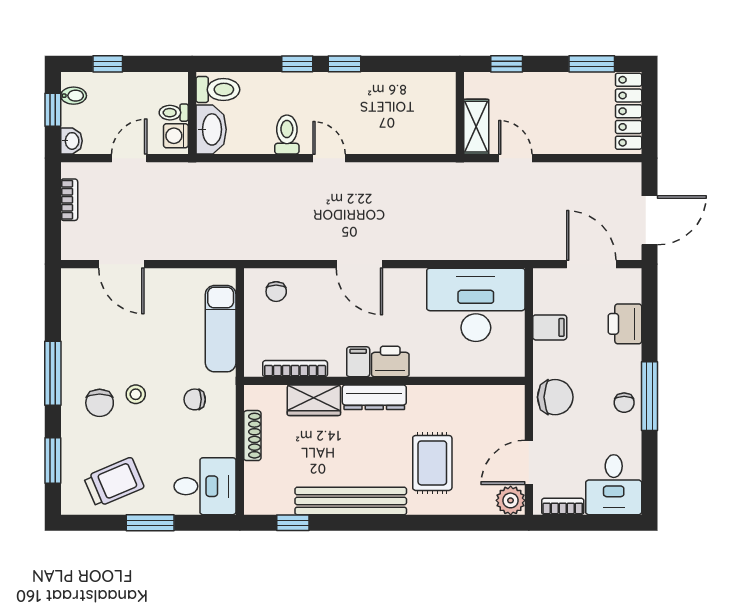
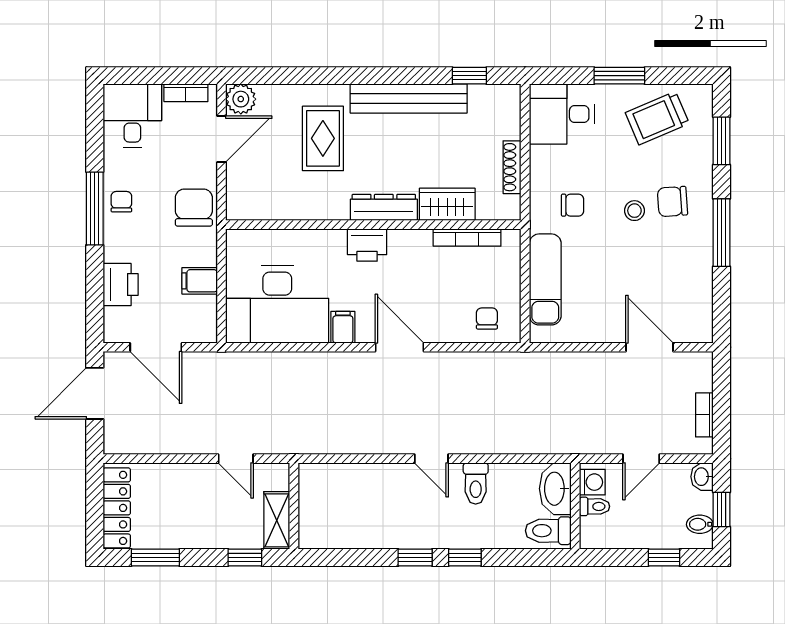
shelving: (476, 127) -> (277, 520), moved
filing cabinet: (358, 362) -> (343, 327), moved, turned 180
chair: (555, 397) -> (194, 208), turned 90
chair: (100, 403) -> (672, 202), turned -94

